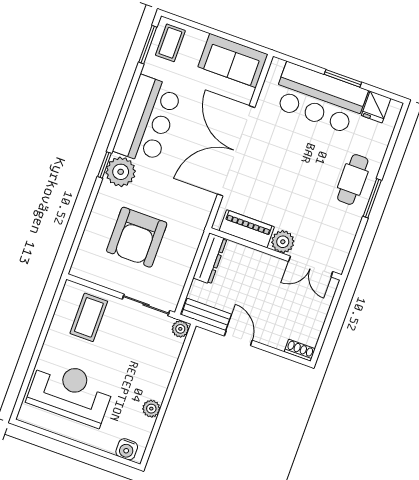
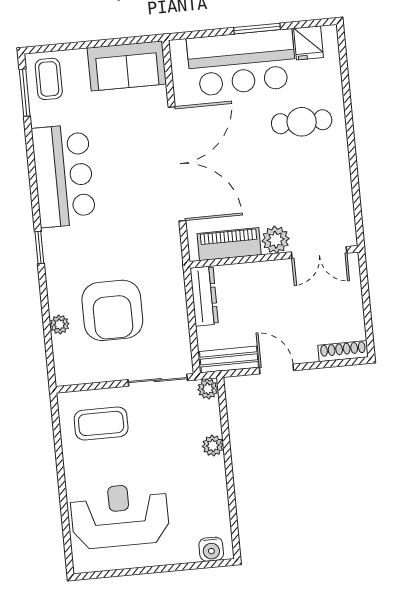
double door: (236, 151) -> (177, 164), swing flipped
plant: (121, 172) -> (60, 324), moved, width x0.53, depth x0.53
cafe table: (353, 179) -> (302, 122), moved, turned 90
window: (372, 198) -> (351, 145), removed
coffee table: (89, 317) -> (101, 423), turned 90
shoe rack: (300, 350) -> (343, 351), width x1.43
plant: (151, 409) -> (213, 446), moved

